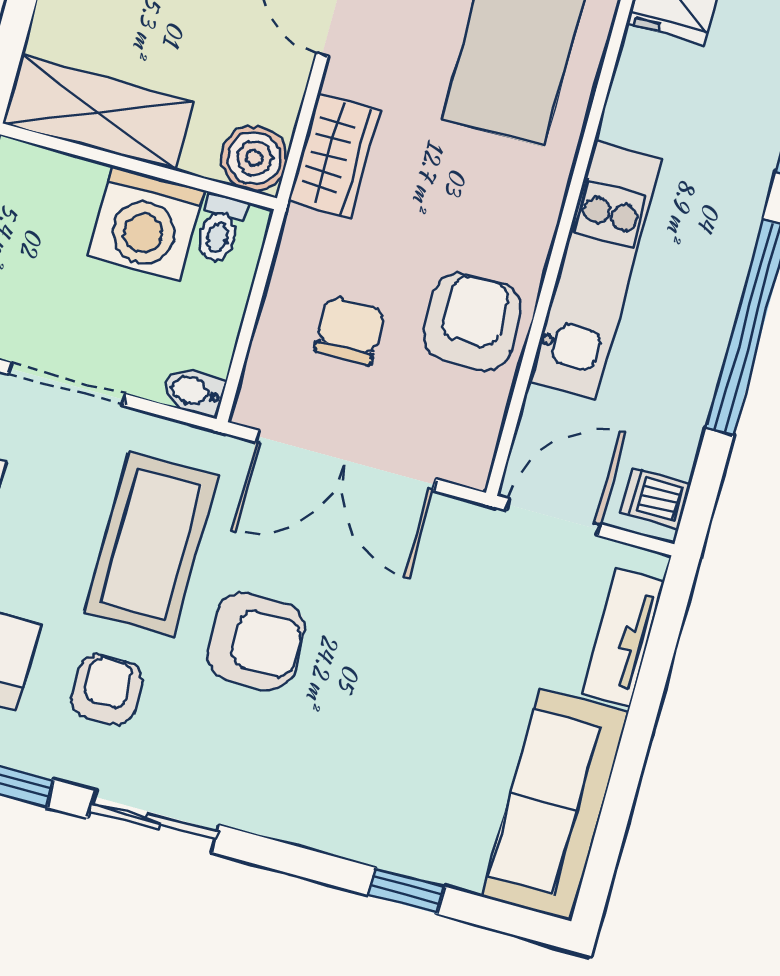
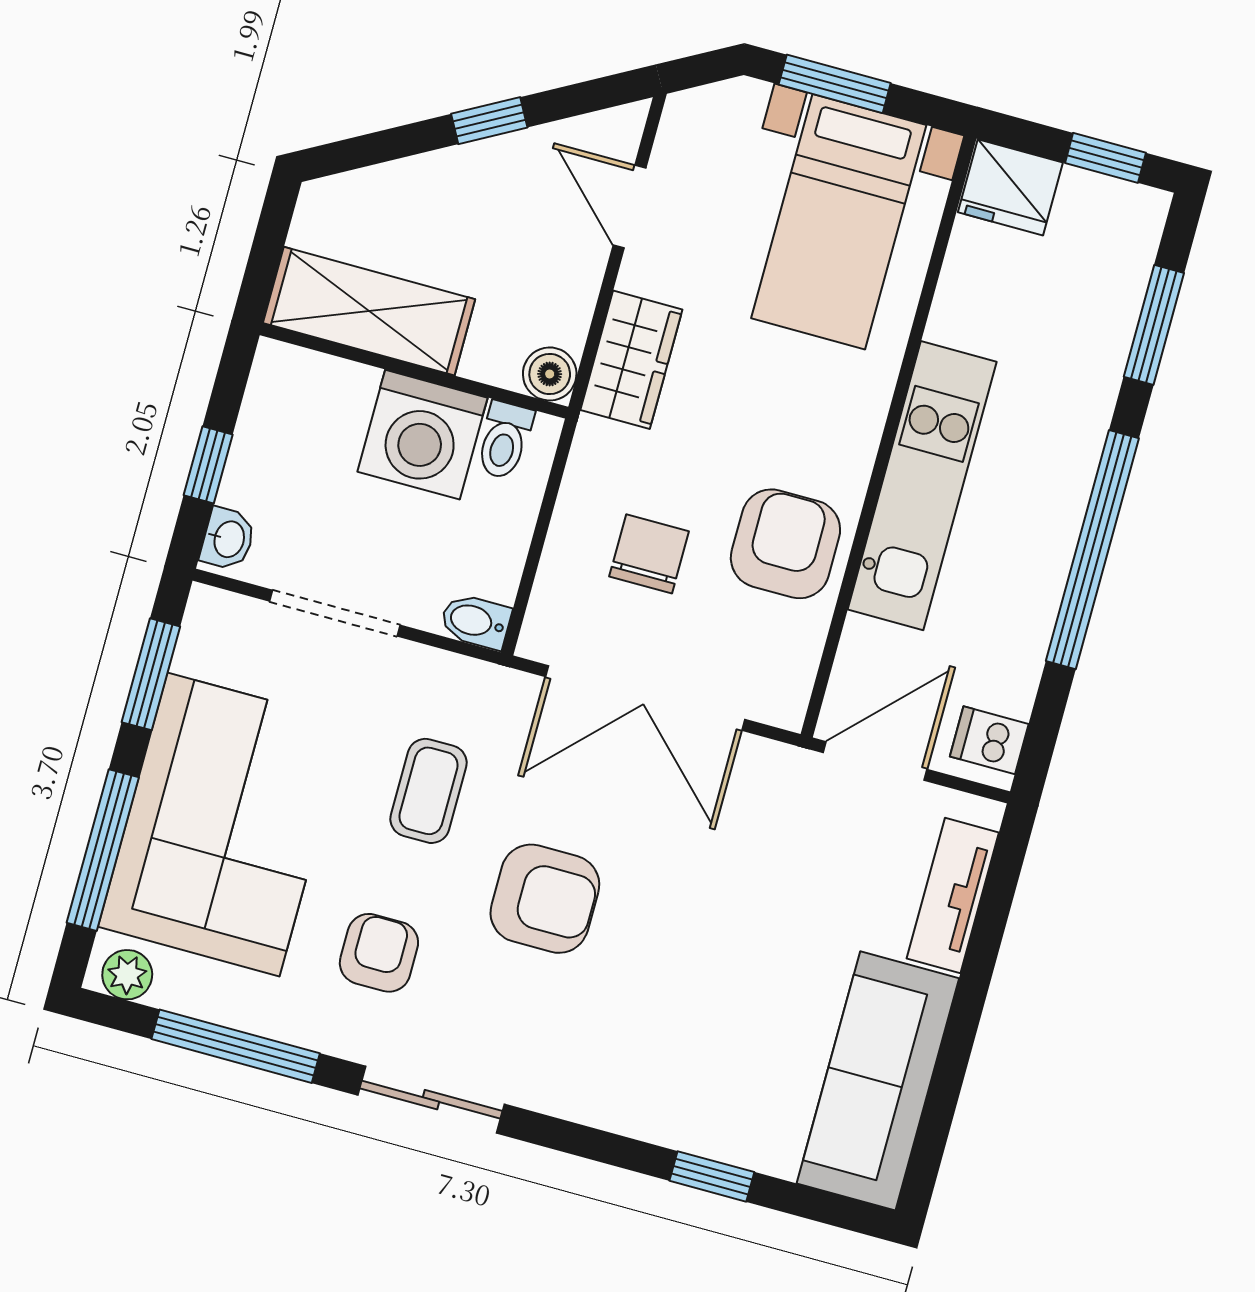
boiler: (254, 158) -> (550, 374), width x0.73, depth x0.73
coffee table: (151, 544) -> (428, 791), width x0.54, depth x0.58

